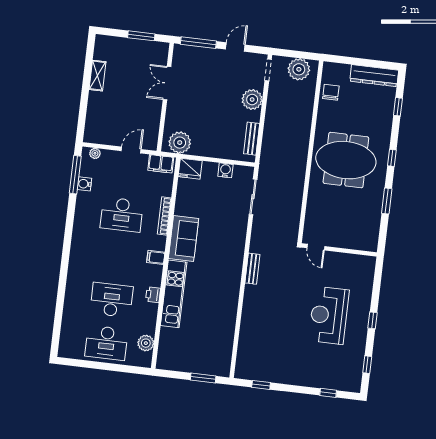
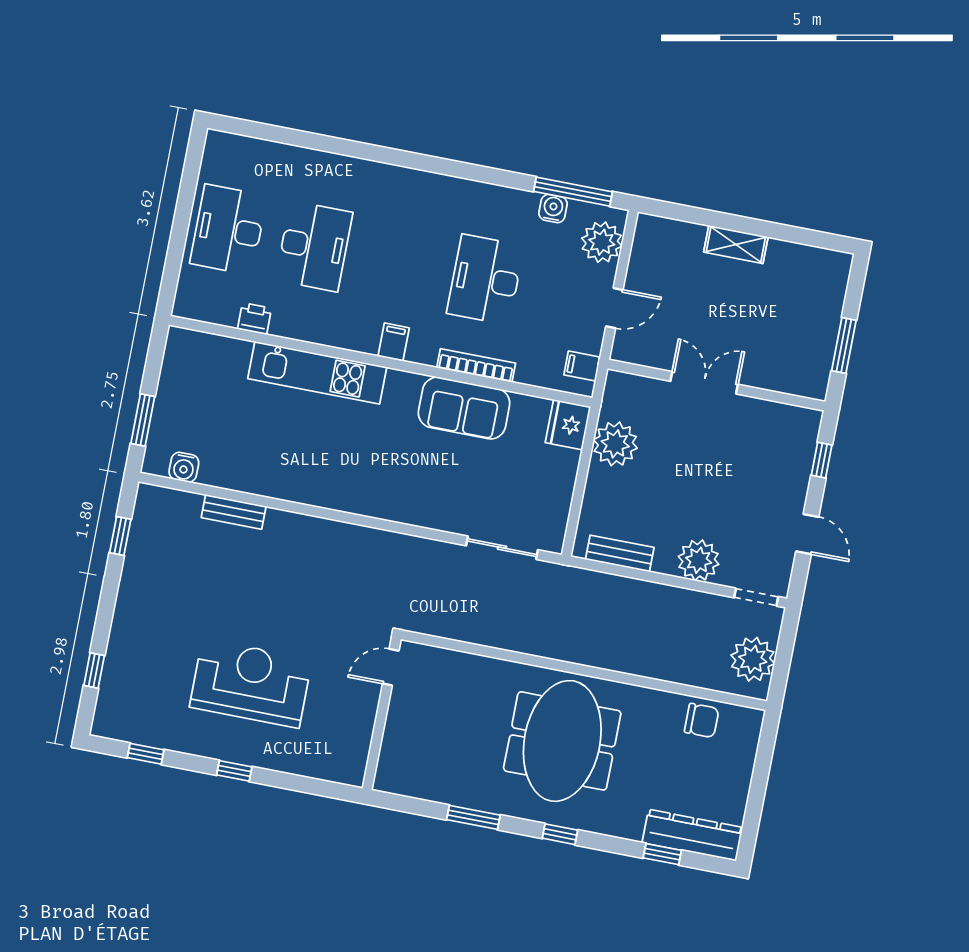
window: (198, 43) -> (822, 460), width x0.46
shelving: (97, 76) -> (736, 244), moved
dresser: (374, 76) -> (692, 835), moved, turned 90
double door: (167, 83) -> (704, 383), moved
plant: (180, 143) -> (615, 444), moved
door: (131, 150) -> (614, 308), hinge flipped
plant: (95, 153) -> (602, 242), width x1.88, depth x1.88
filing cabinet: (161, 164) -> (582, 366), width x0.50
water cooler: (225, 170) -> (184, 467), moved, turned 90
sofa: (184, 239) -> (464, 408), moved
bench: (252, 269) -> (234, 512), moved
printer: (153, 295) -> (254, 319), moved
plant: (146, 343) -> (222, 309), removed

